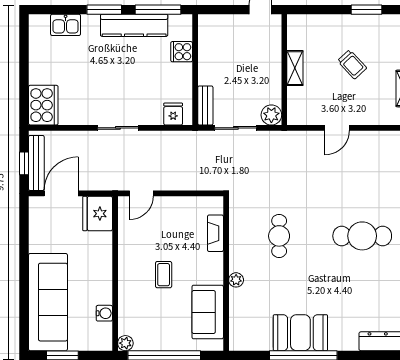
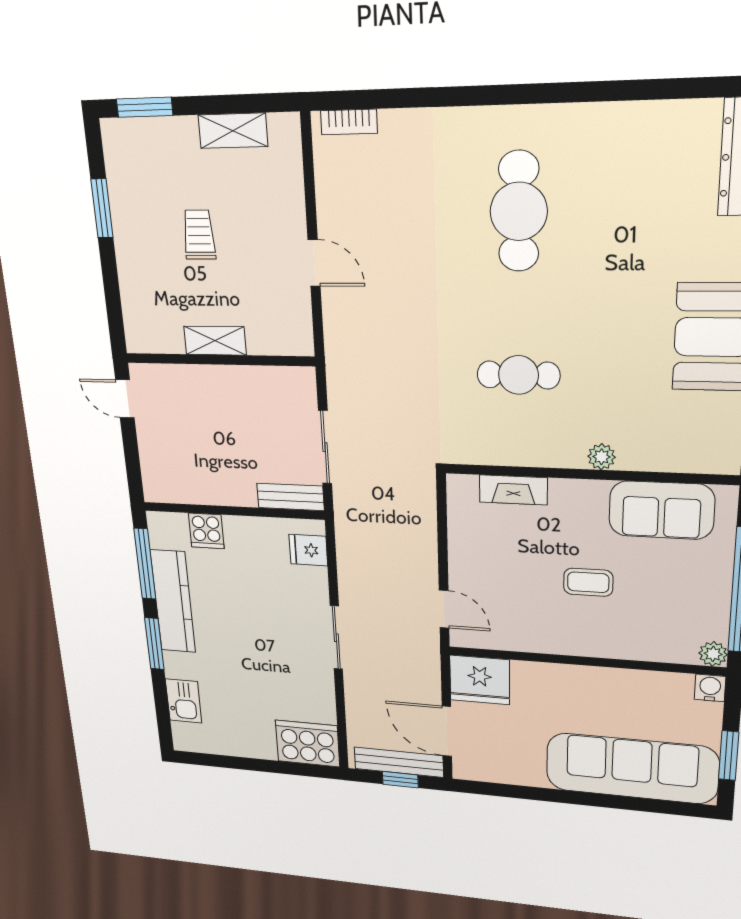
trolley: (352, 64) -> (199, 235), turned -47
plant: (271, 115) -> (299, 384), removed
water cooler: (104, 313) -> (710, 688), moved

